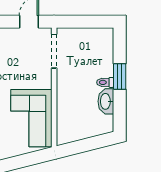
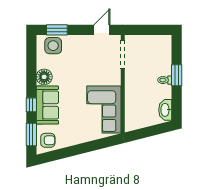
washbasin: (106, 101) -> (165, 110), moved

